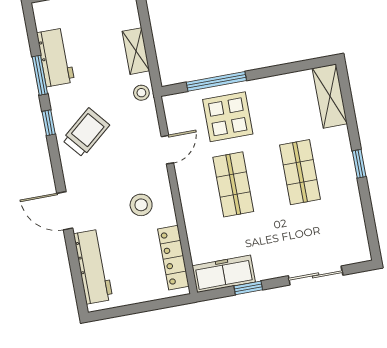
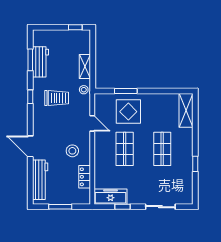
window: (40, 75) -> (30, 60), moved
window: (216, 81) -> (126, 91), width x0.69
trolley: (86, 132) -> (57, 98), moved, turned 40
door: (167, 150) -> (92, 123), hinge flipped
window: (359, 164) -> (195, 164), moved
locker: (173, 258) -> (85, 177), width x0.66
window: (138, 308) -> (60, 207), added

